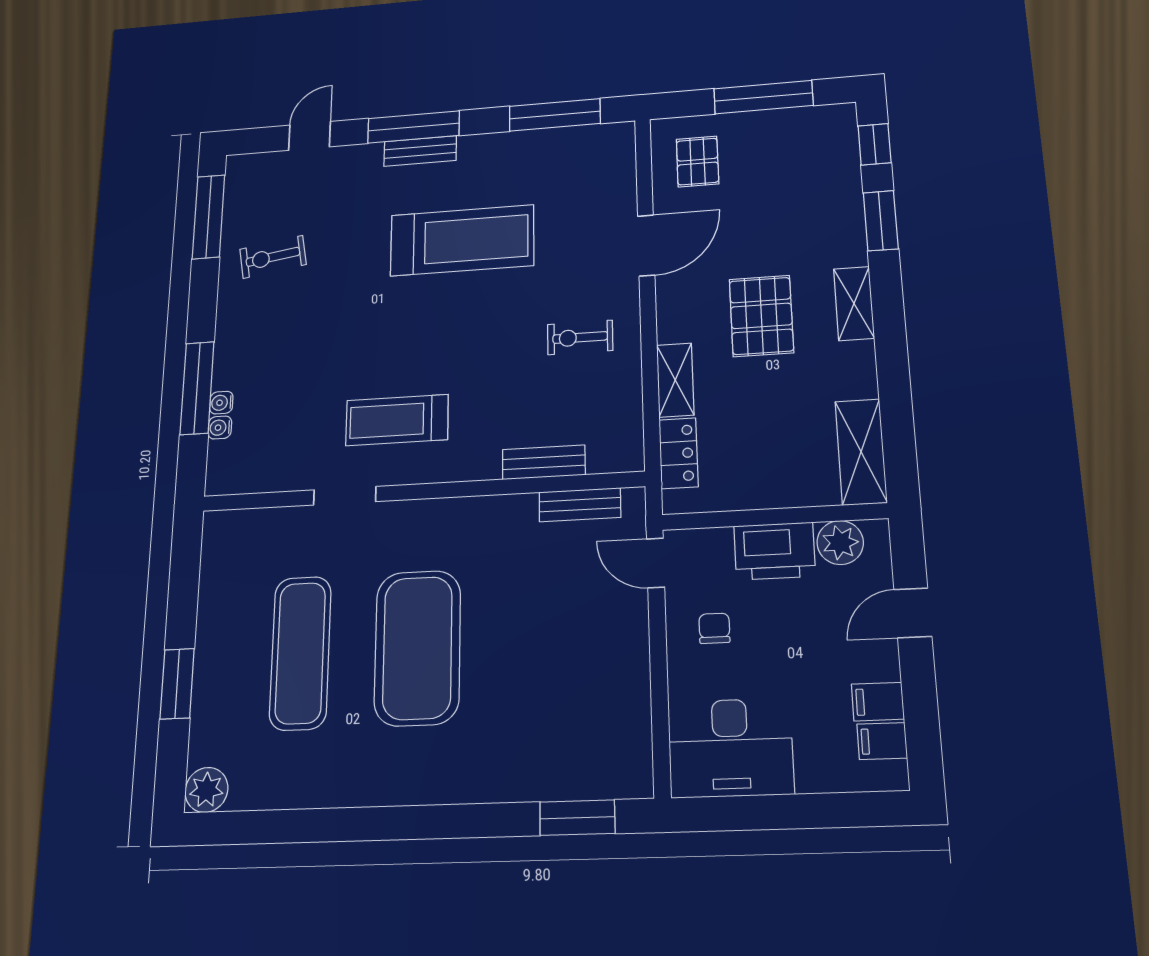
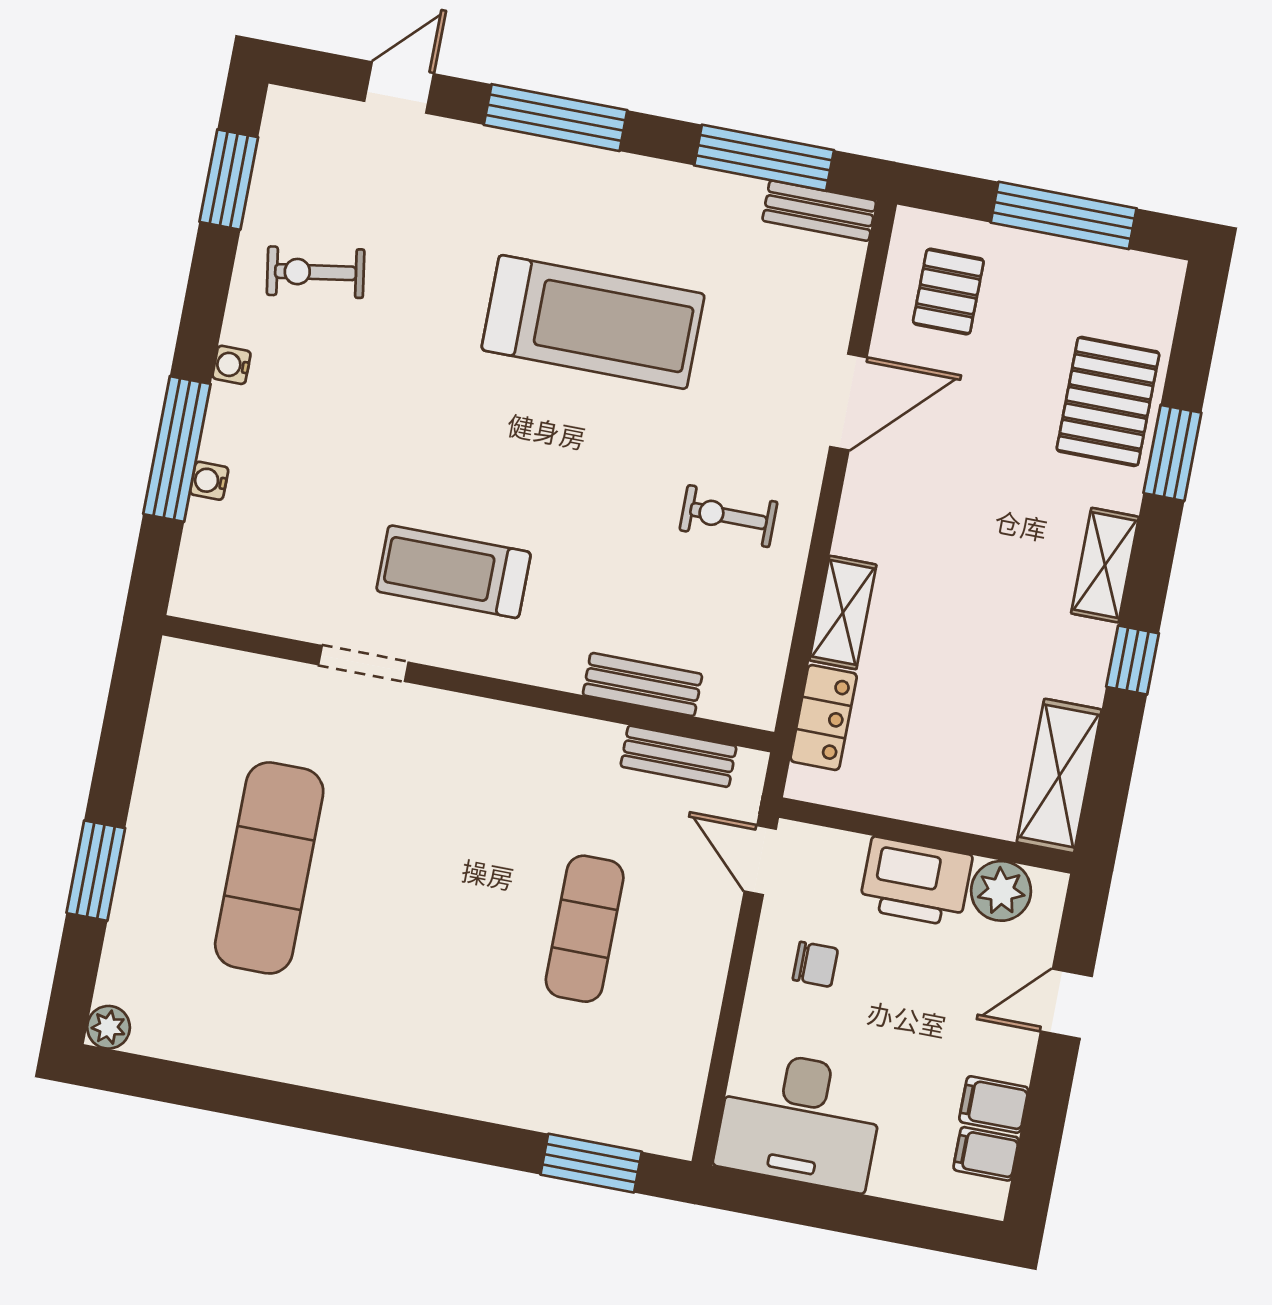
window: (874, 144) -> (1133, 660), moved
bench: (420, 151) -> (819, 211), moved
window: (209, 217) -> (229, 180), width x0.69
pallet: (761, 316) -> (1108, 401), moved
water cooler: (220, 428) -> (232, 365), moved
chair: (714, 628) -> (815, 964), turned 90
exercise mat: (417, 648) -> (585, 929), moved, width x0.50, depth x0.69
plant: (206, 790) -> (108, 1027), width x0.73, depth x0.73

